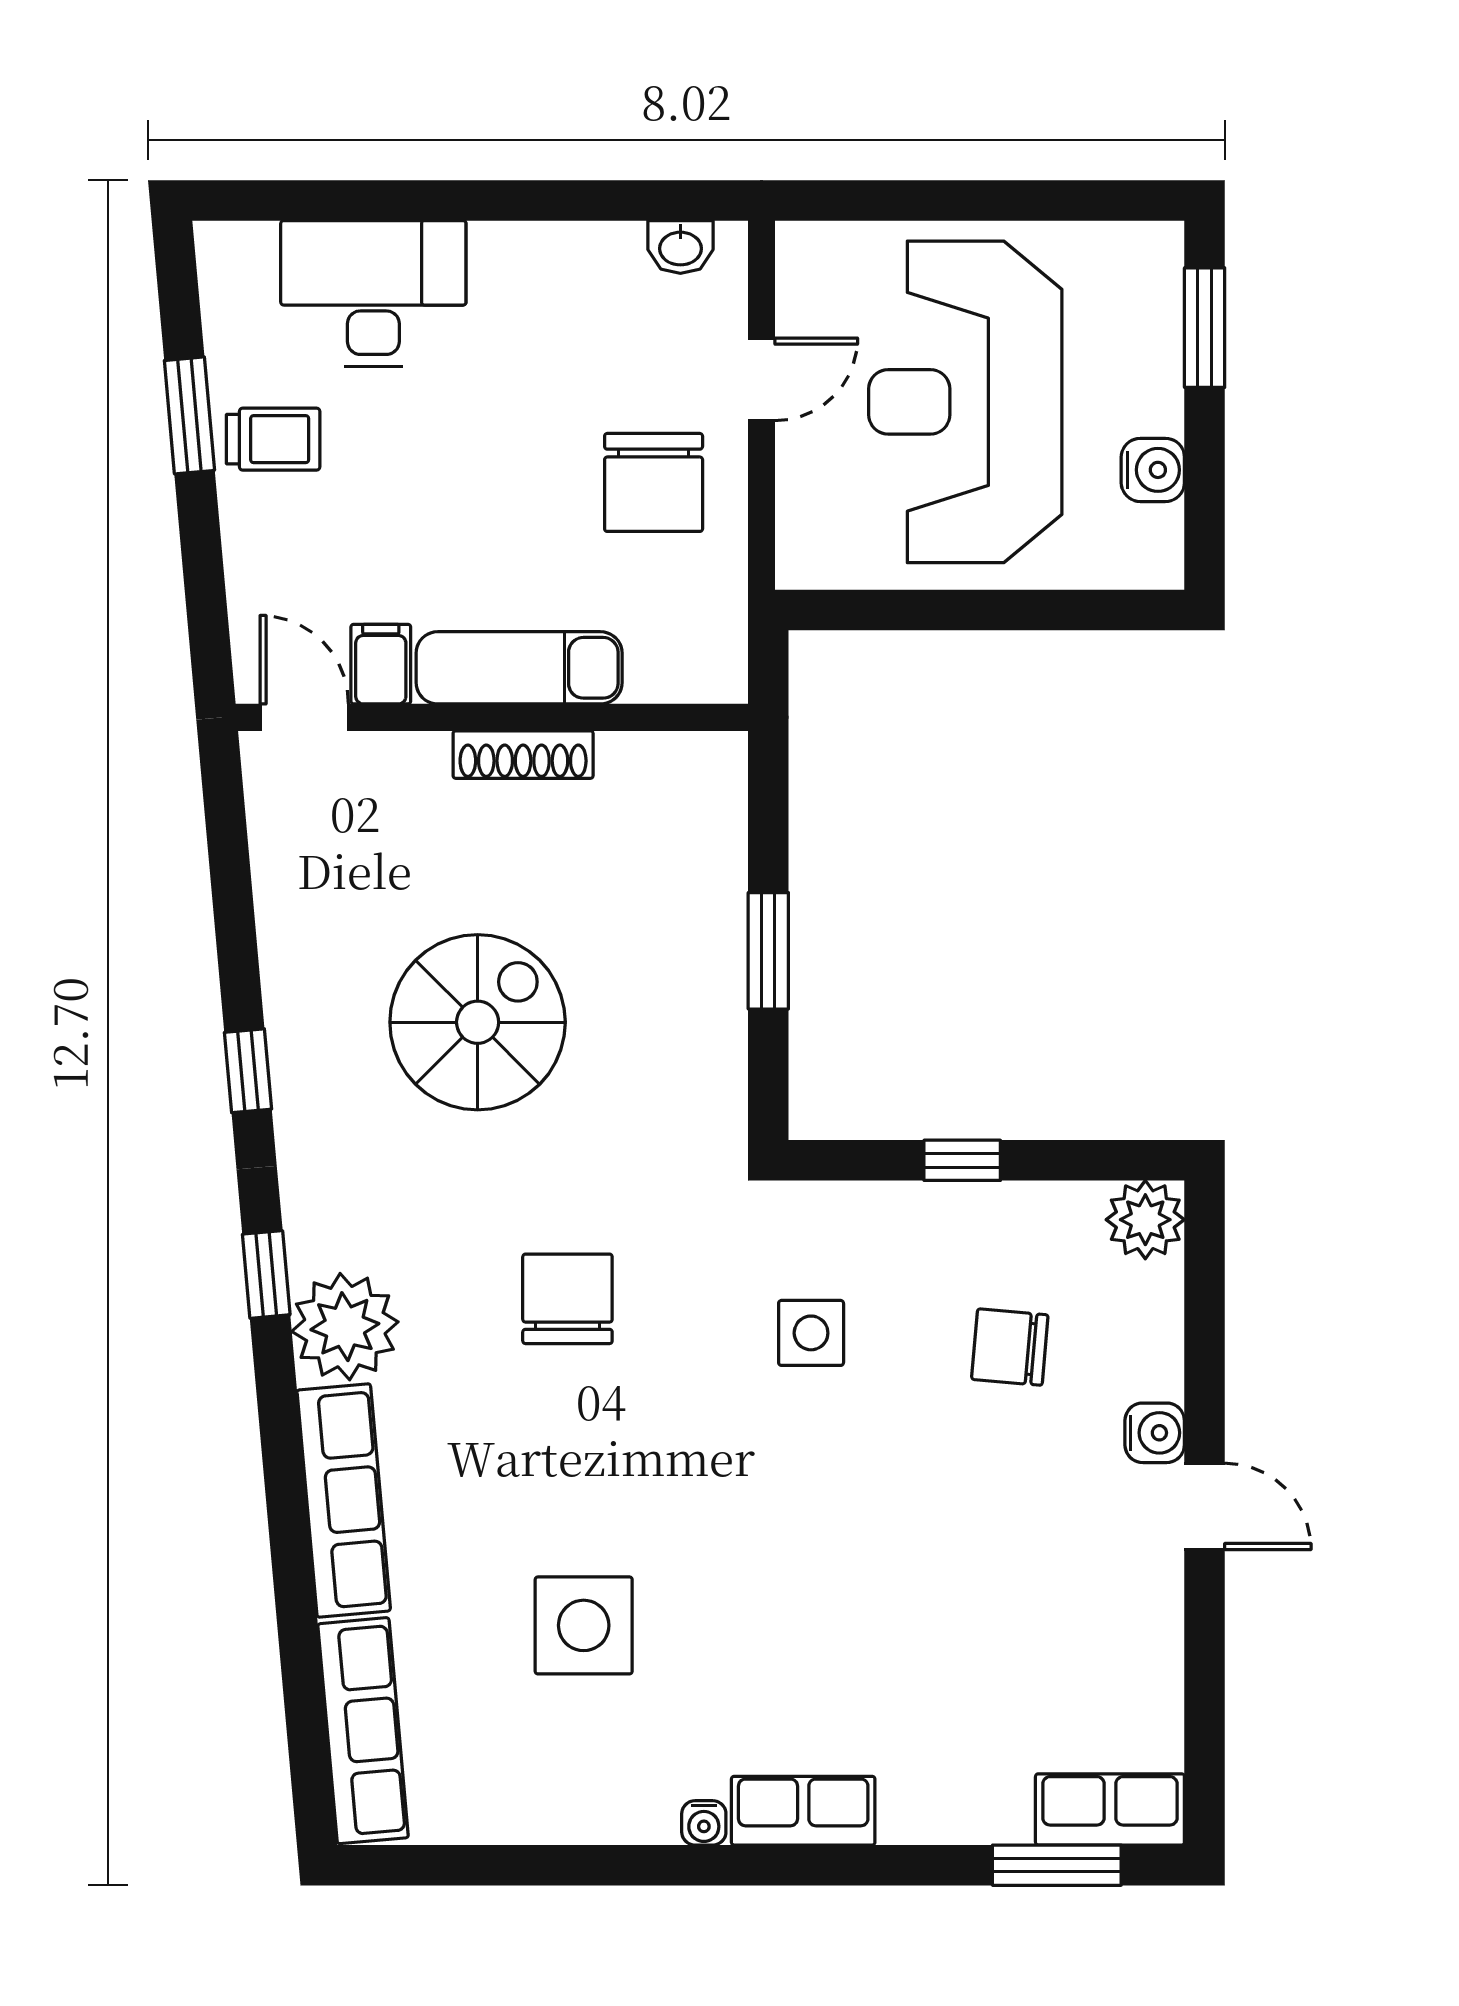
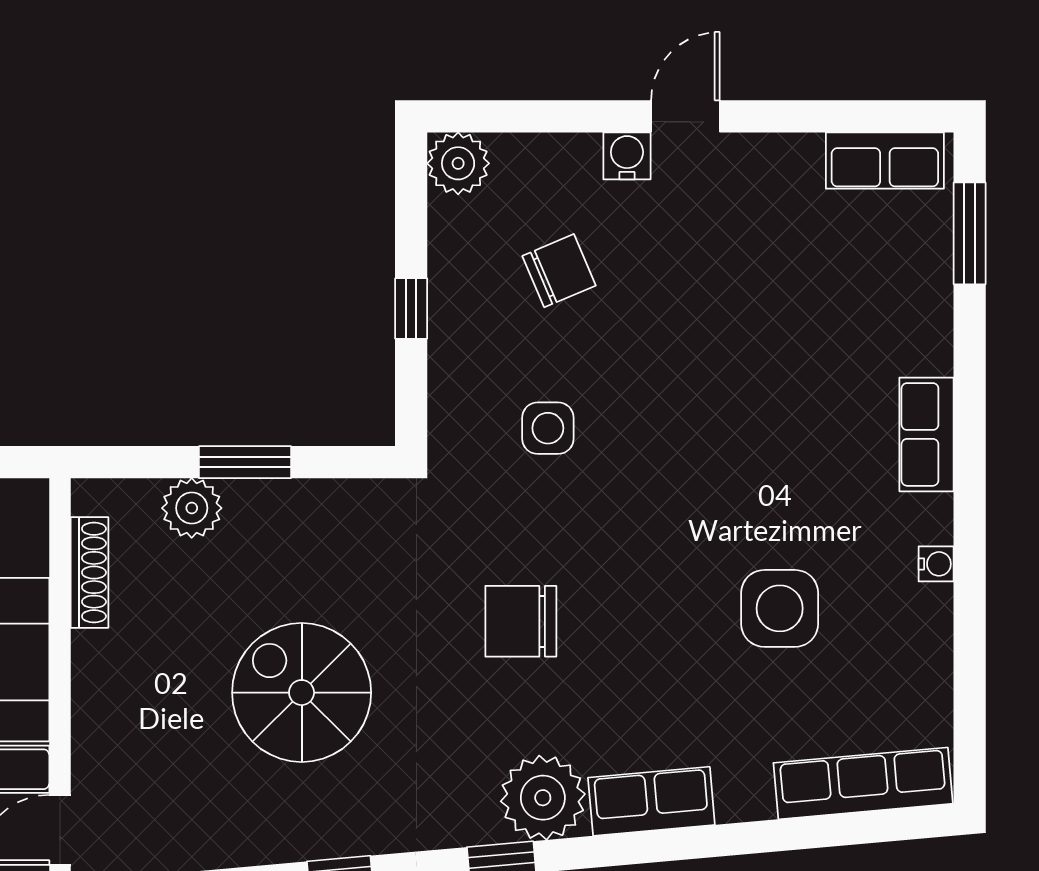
shoe rack: (523, 755) -> (89, 572), moved
plant: (710, 884) -> (192, 508), added
chair: (1010, 1347) -> (559, 271), turned -118
row of seats: (344, 1500) -> (651, 801), width x0.68
row of seats: (1110, 1809) -> (885, 160), moved, turned -90
water cooler: (704, 1823) -> (936, 564), moved

